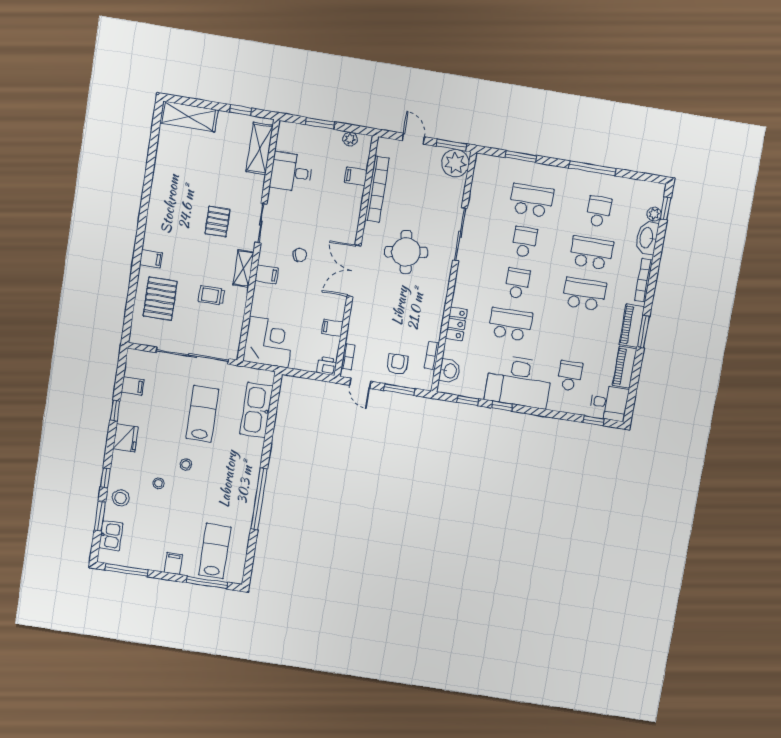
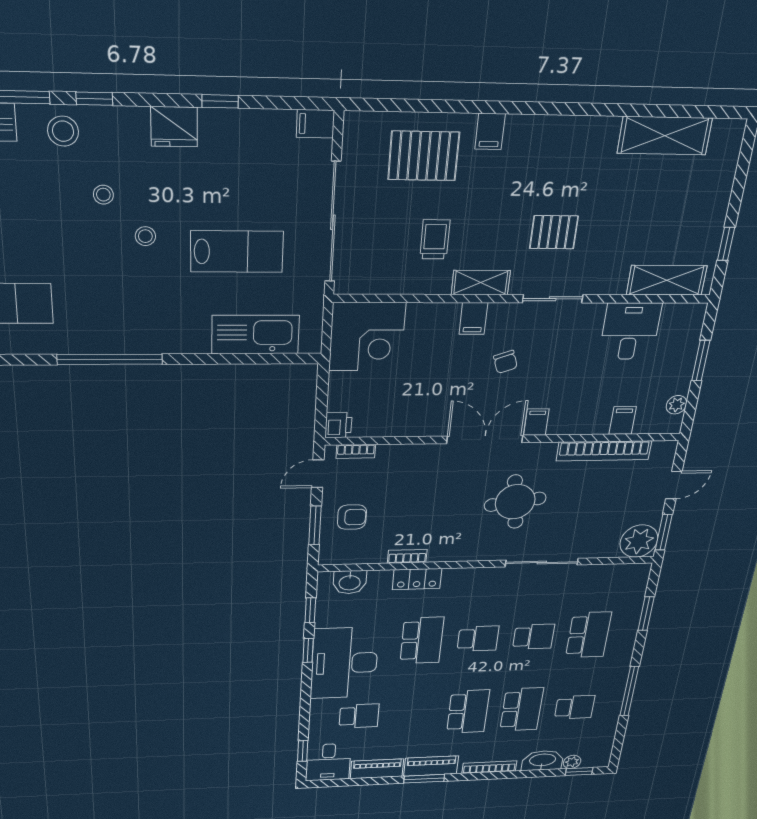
shelving: (189, 116) -> (665, 136), moved, turned 90
filing cabinet: (332, 328) -> (536, 422), moved
bookcase: (432, 356) -> (407, 556), moved
filing cabinet: (133, 386) -> (315, 124), moved, turned 90

